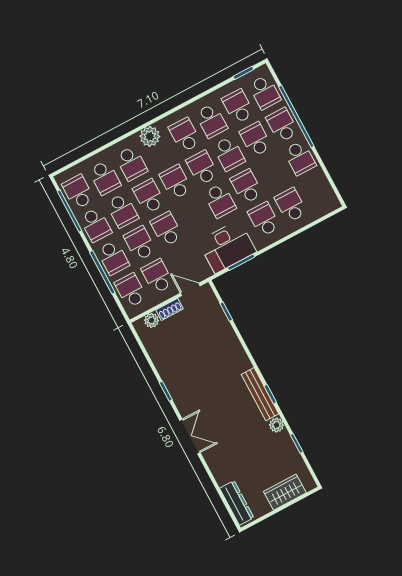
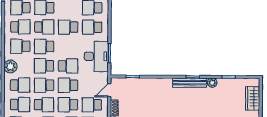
school desk: (220, 201) -> (68, 66), moved

